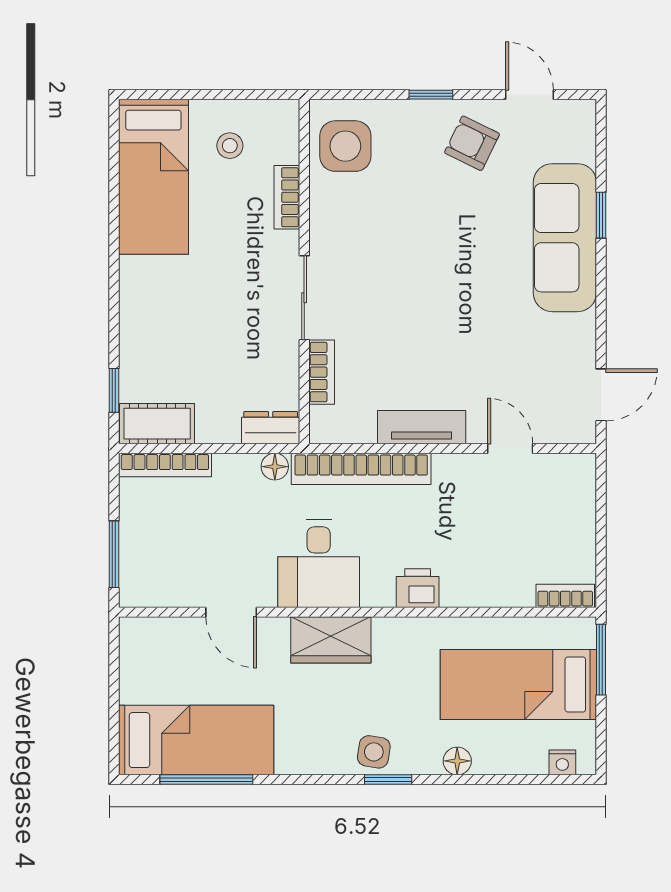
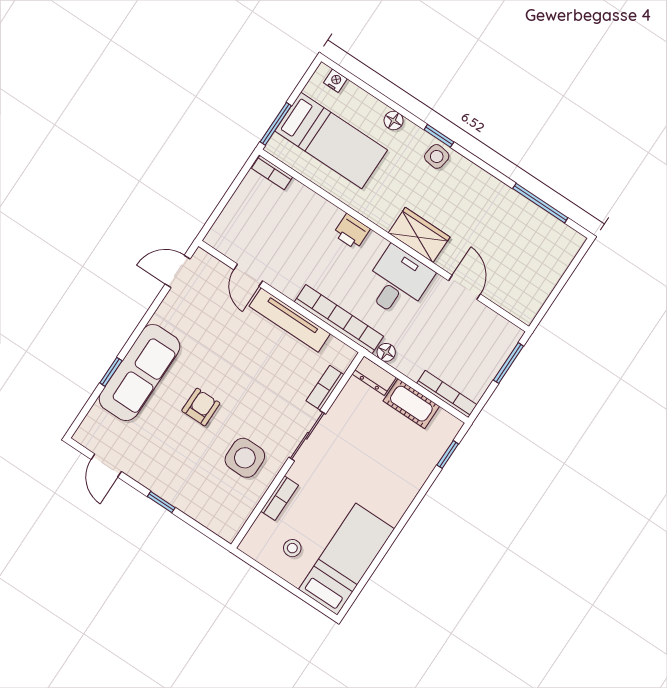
armchair: (472, 143) -> (201, 407), moved, turned -116
side table: (345, 146) -> (245, 458), moved
cot: (157, 424) -> (411, 404), moved
tv unit: (422, 427) -> (290, 320), width x1.41
bed: (196, 740) -> (531, 229), removed

